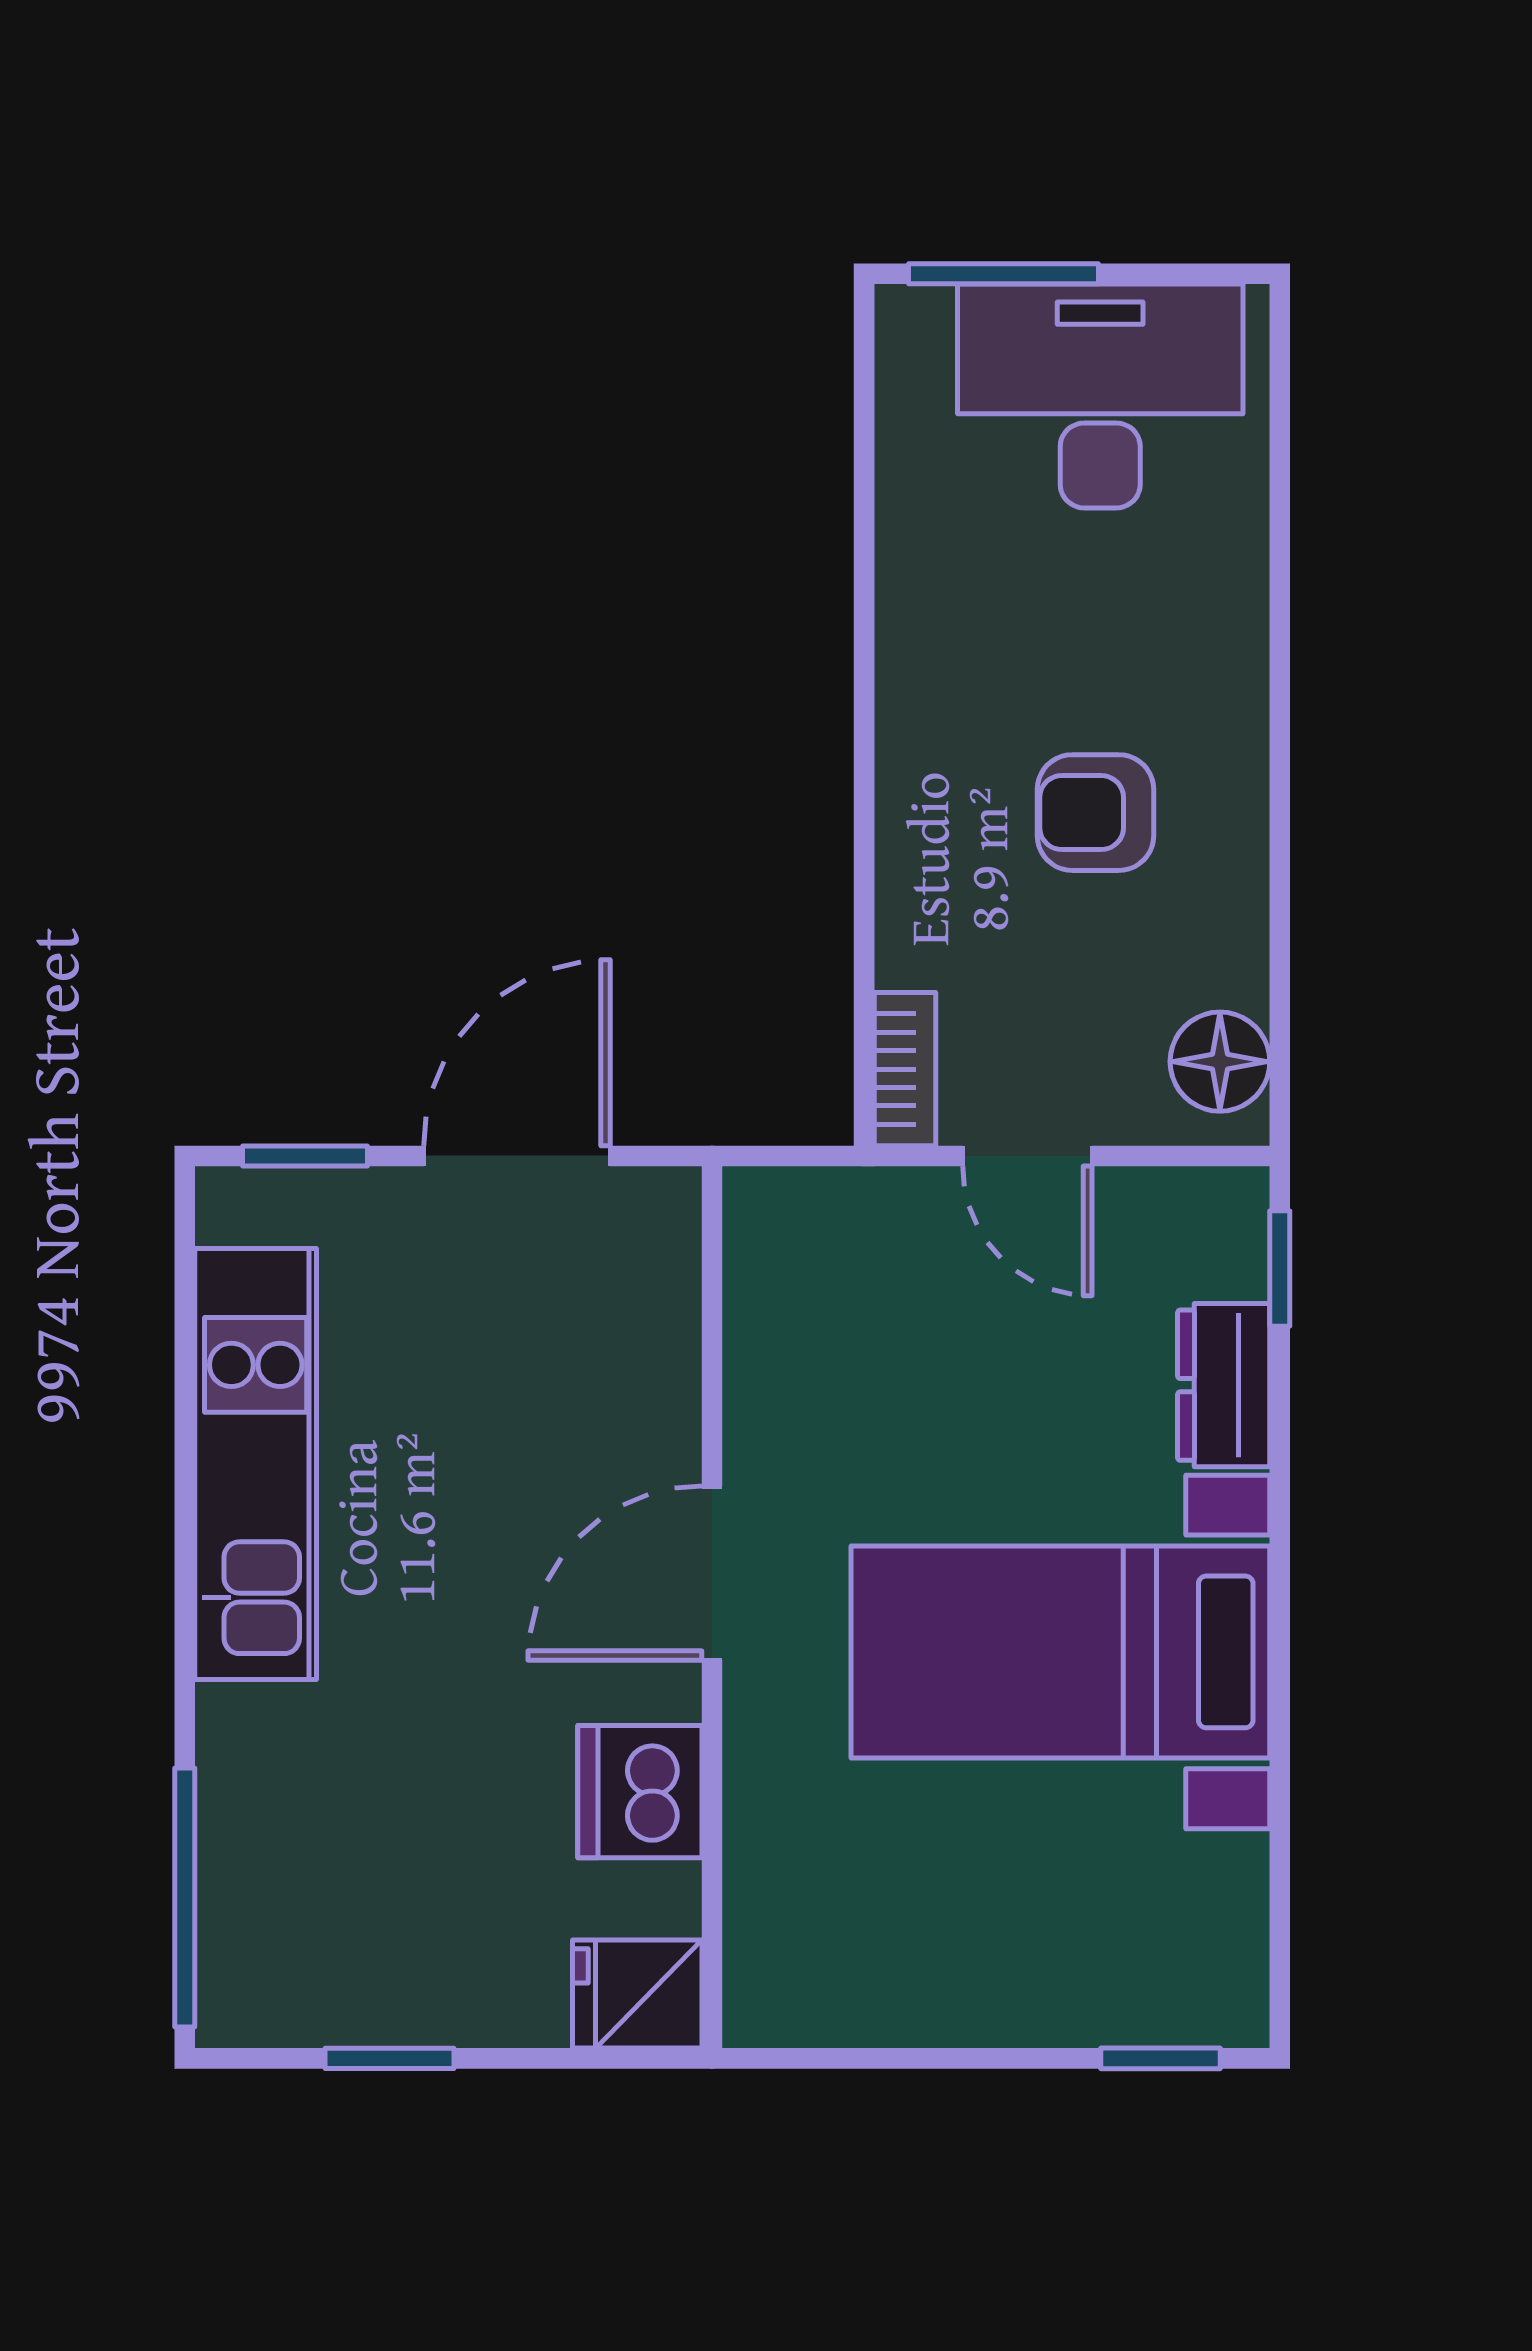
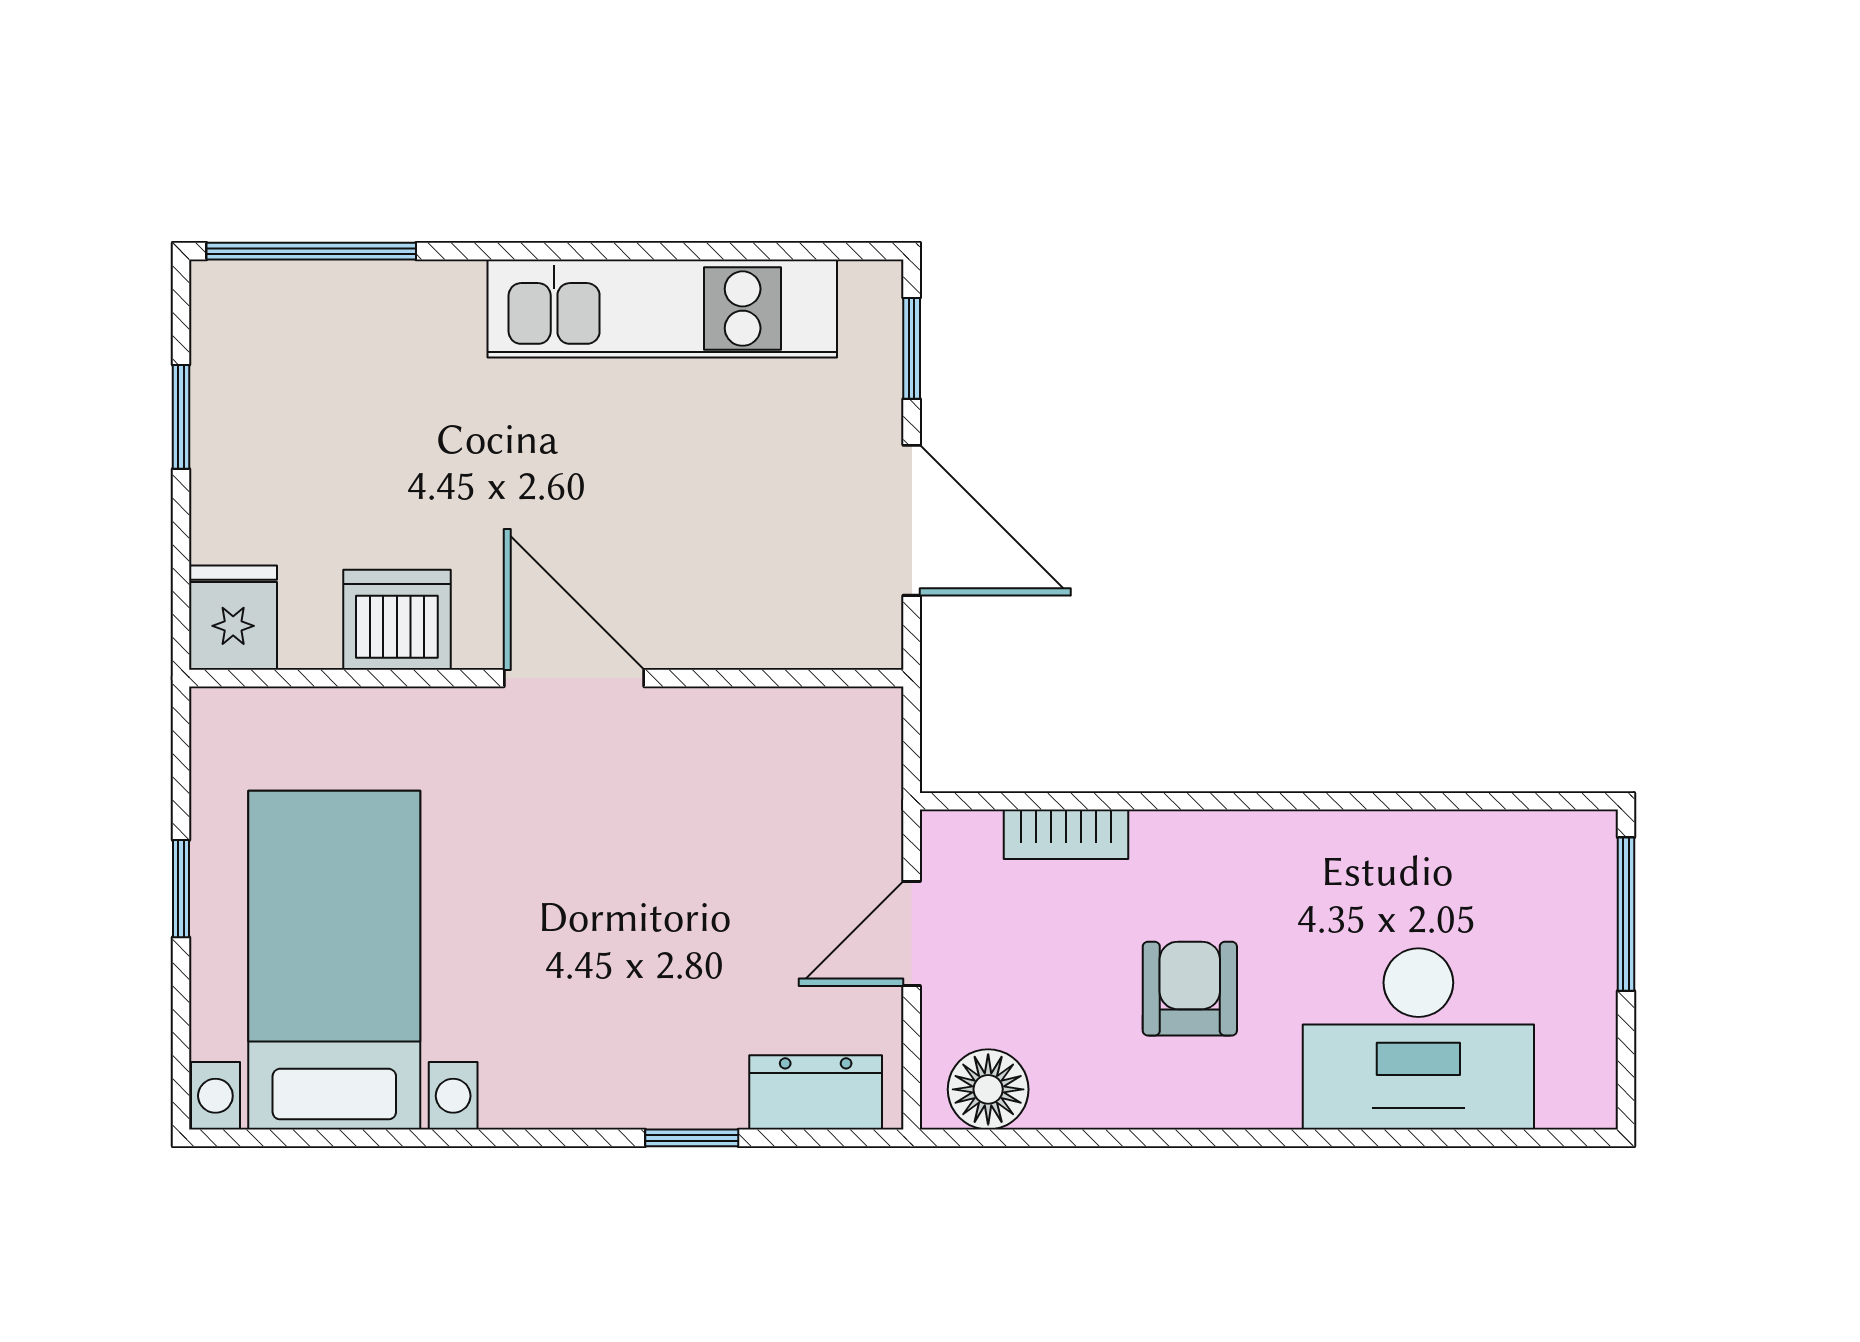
desk: (1100, 396) -> (1418, 1039), moved, turned 90
bookcase: (905, 1069) -> (1066, 834), moved
window: (1280, 1269) -> (692, 1138), moved
dresser: (1224, 1385) -> (816, 1092), moved
bed with nightstands: (1060, 1652) -> (334, 960), moved
window: (1161, 2058) -> (181, 889), moved

